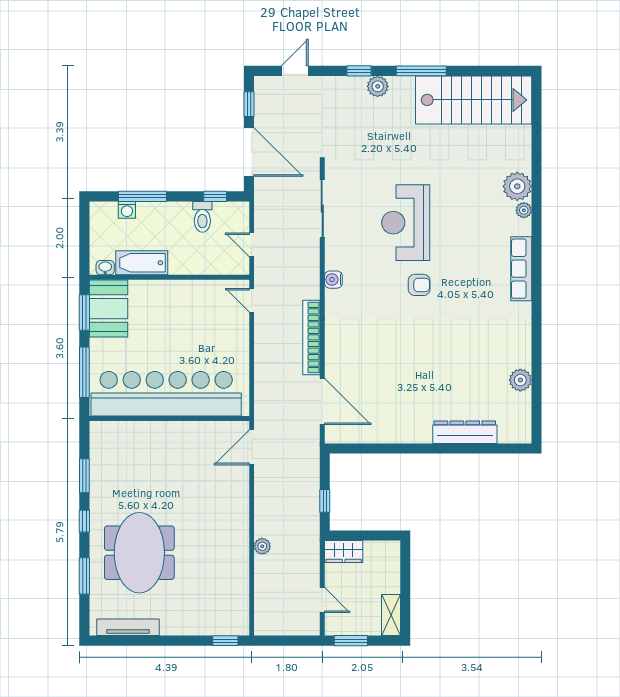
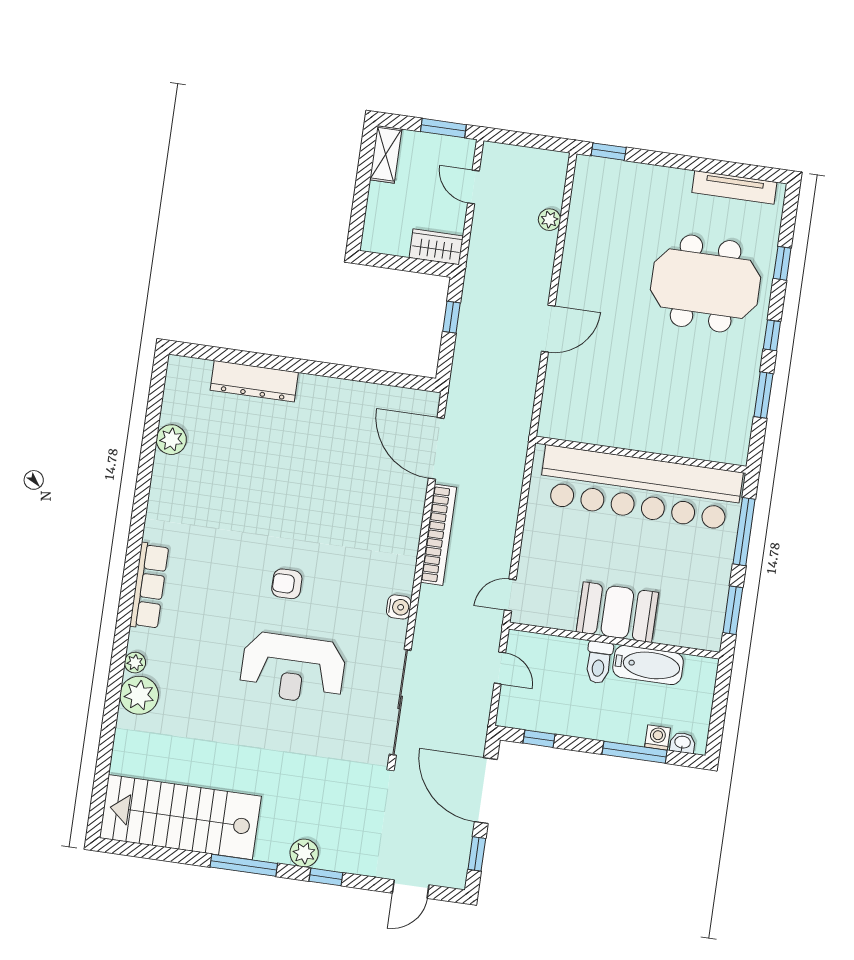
sliding door: (322, 209) -> (400, 702), width x1.36
toilet: (202, 217) -> (599, 662), moved, turned 180
reception desk: (406, 223) -> (293, 668), turned 90
washbasin: (105, 268) -> (683, 743), moved, turned 180
door: (252, 300) -> (510, 595), swing flipped
booth: (108, 309) -> (617, 612), moved, turned 90
door: (252, 447) -> (548, 329), moved
plant: (262, 546) -> (549, 220), moved
meeting table: (139, 553) -> (706, 284), turned 90
window: (84, 576) -> (782, 263), width x0.67

